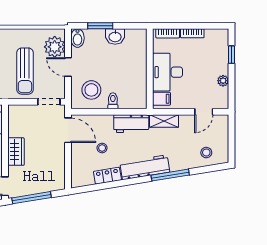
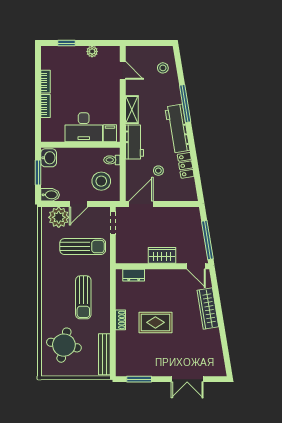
wall: (150, 69) -> (80, 145), moved
desk: (168, 72) -> (84, 127), moved
filing cabinet: (161, 99) -> (110, 133), moved

